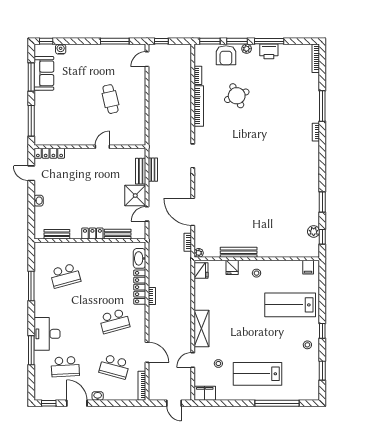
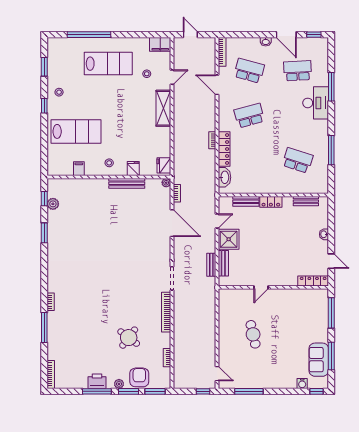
door: (147, 59) -> (217, 374), hinge flipped
round table: (237, 96) -> (129, 338), turned -30
bookcase: (199, 106) -> (166, 312), moved
filing cabinet: (308, 267) -> (79, 169), moved
school desk: (65, 276) -> (298, 160), turned 33

